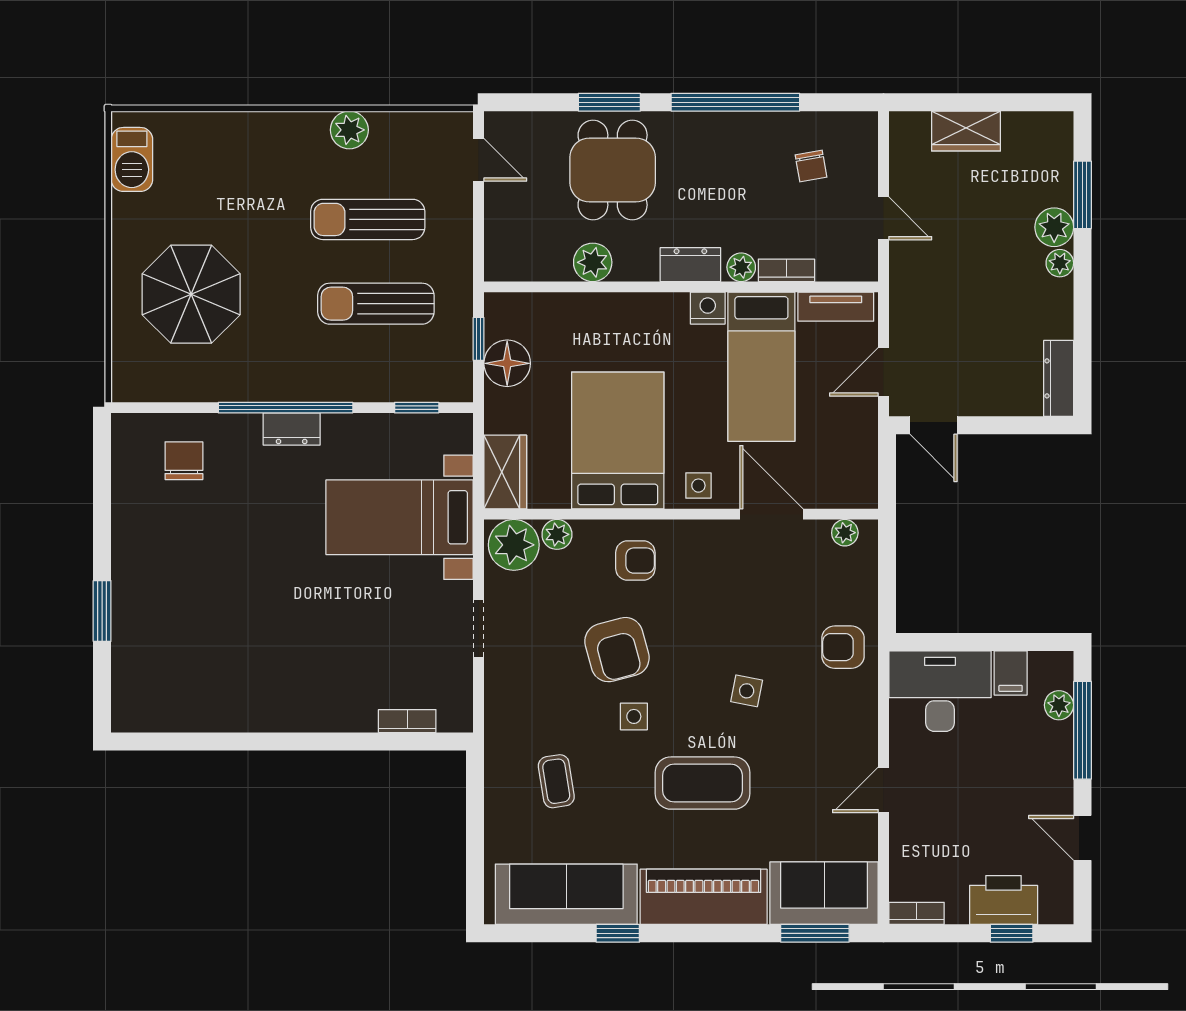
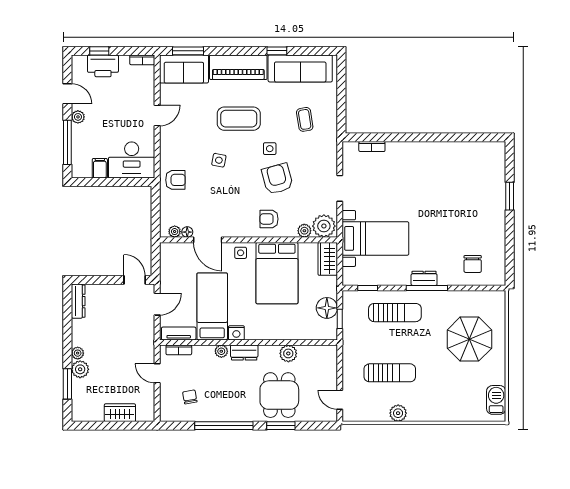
bookcase: (786, 270) -> (179, 350), moved
sun lounger: (376, 304) -> (395, 313), moved
window: (286, 408) -> (427, 288), width x0.68
floor lamp: (817, 532) -> (187, 232), added
plant: (1059, 705) -> (78, 117), moved

